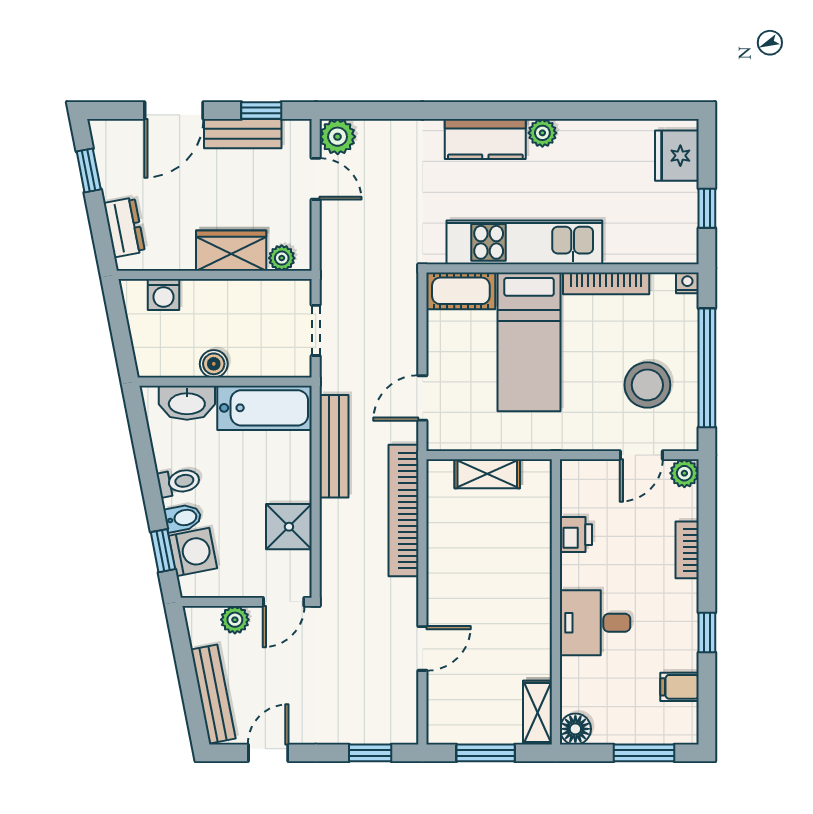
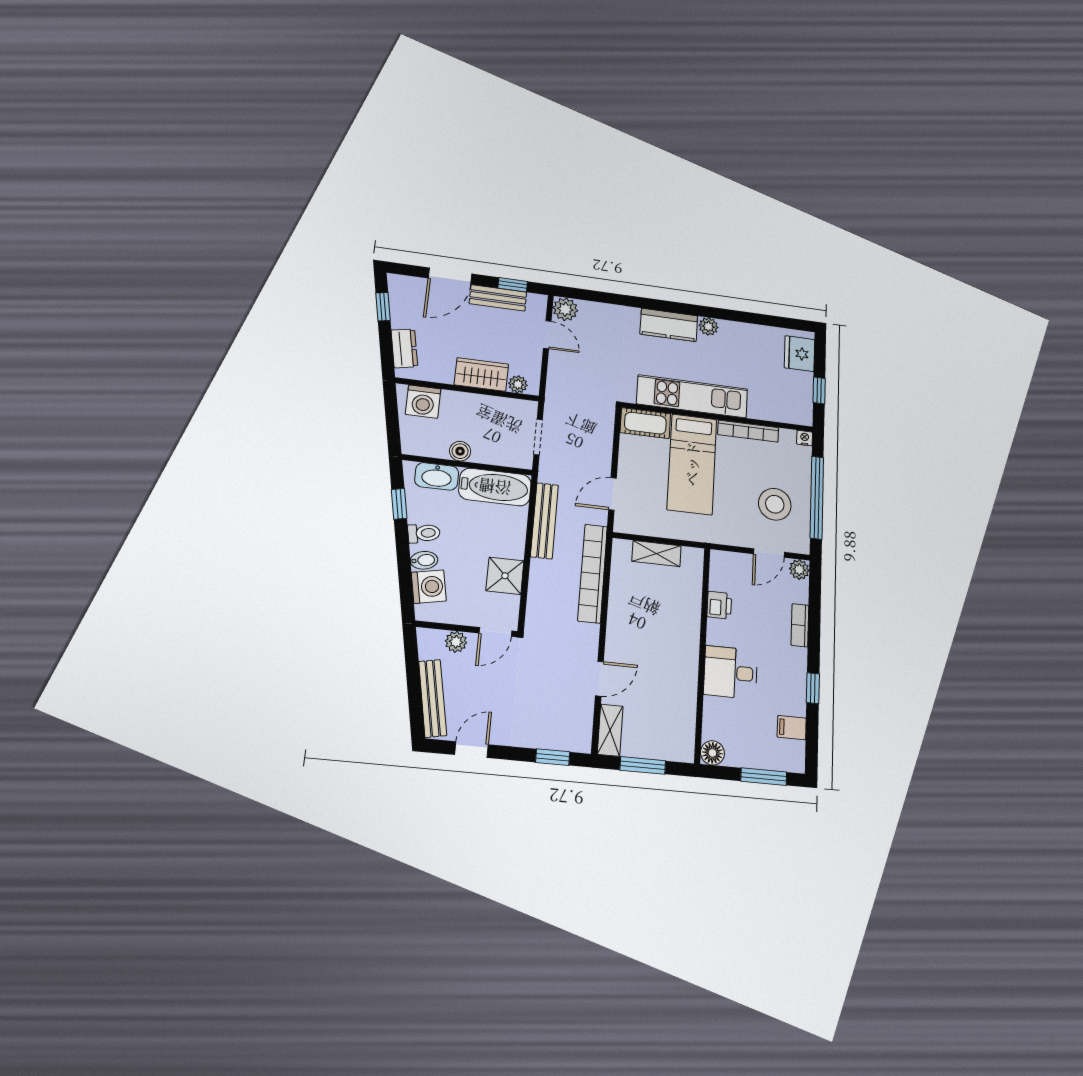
washing machine: (164, 295) -> (423, 402), width x1.38, depth x1.38
window: (163, 551) -> (399, 504), moved
shelving: (537, 713) -> (610, 730), moved

